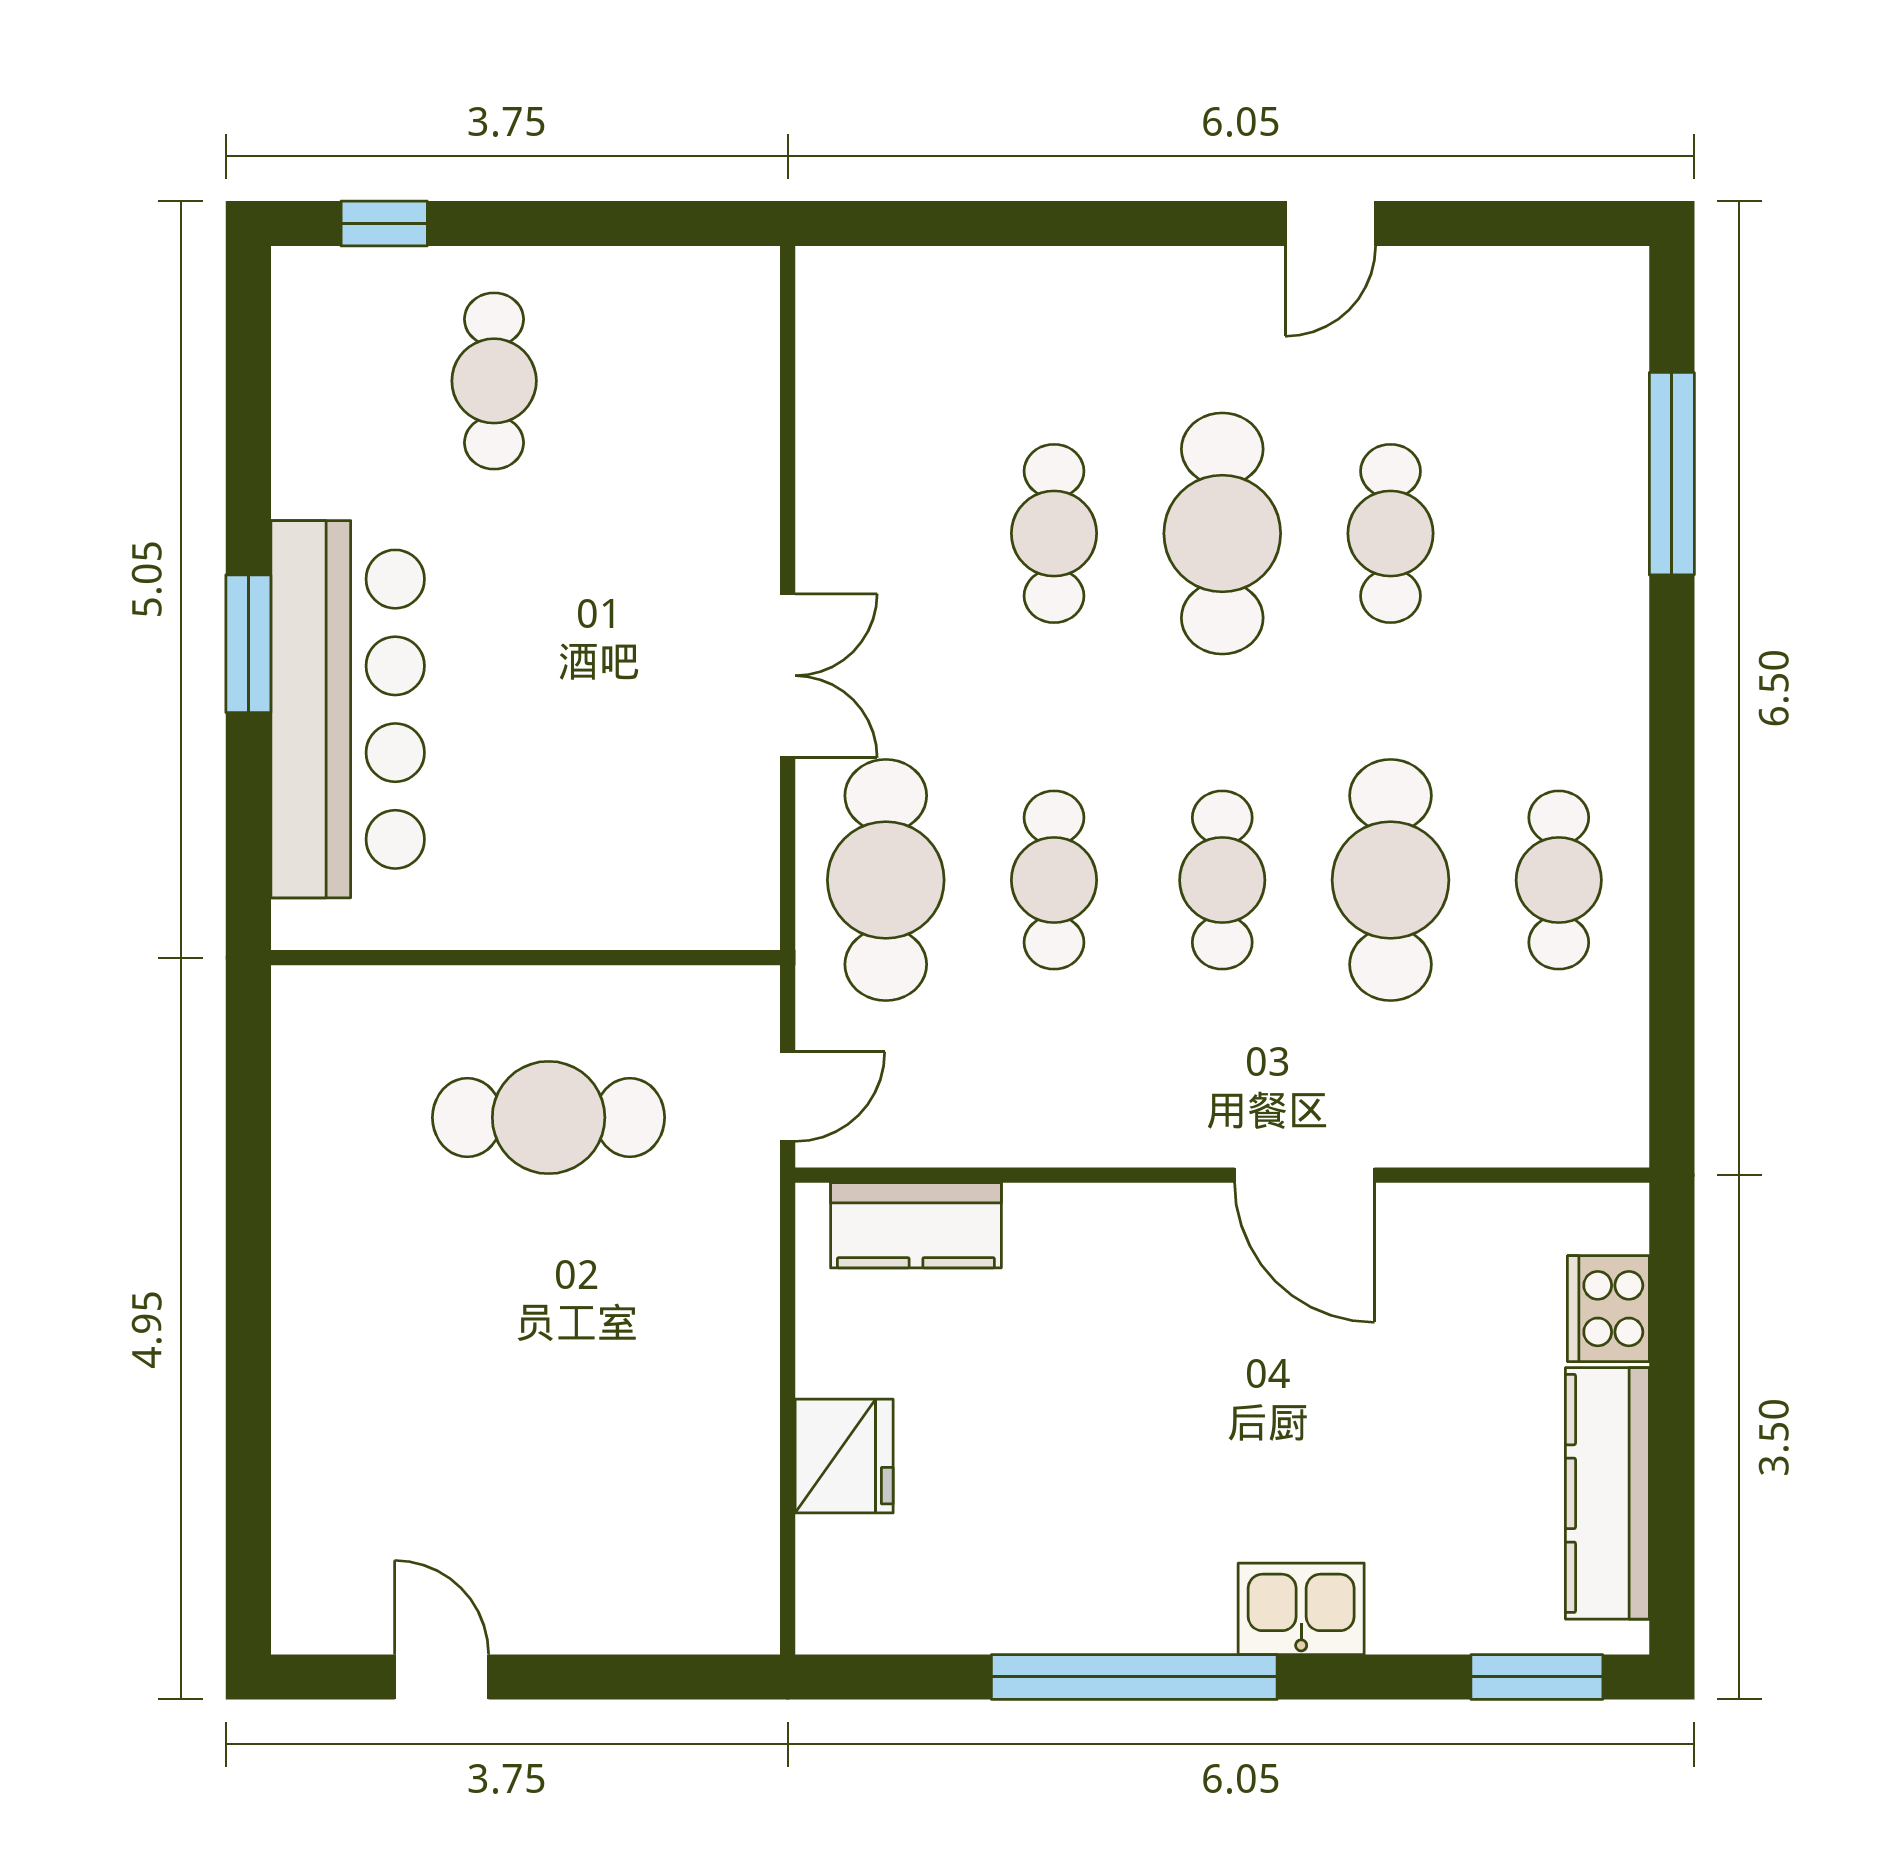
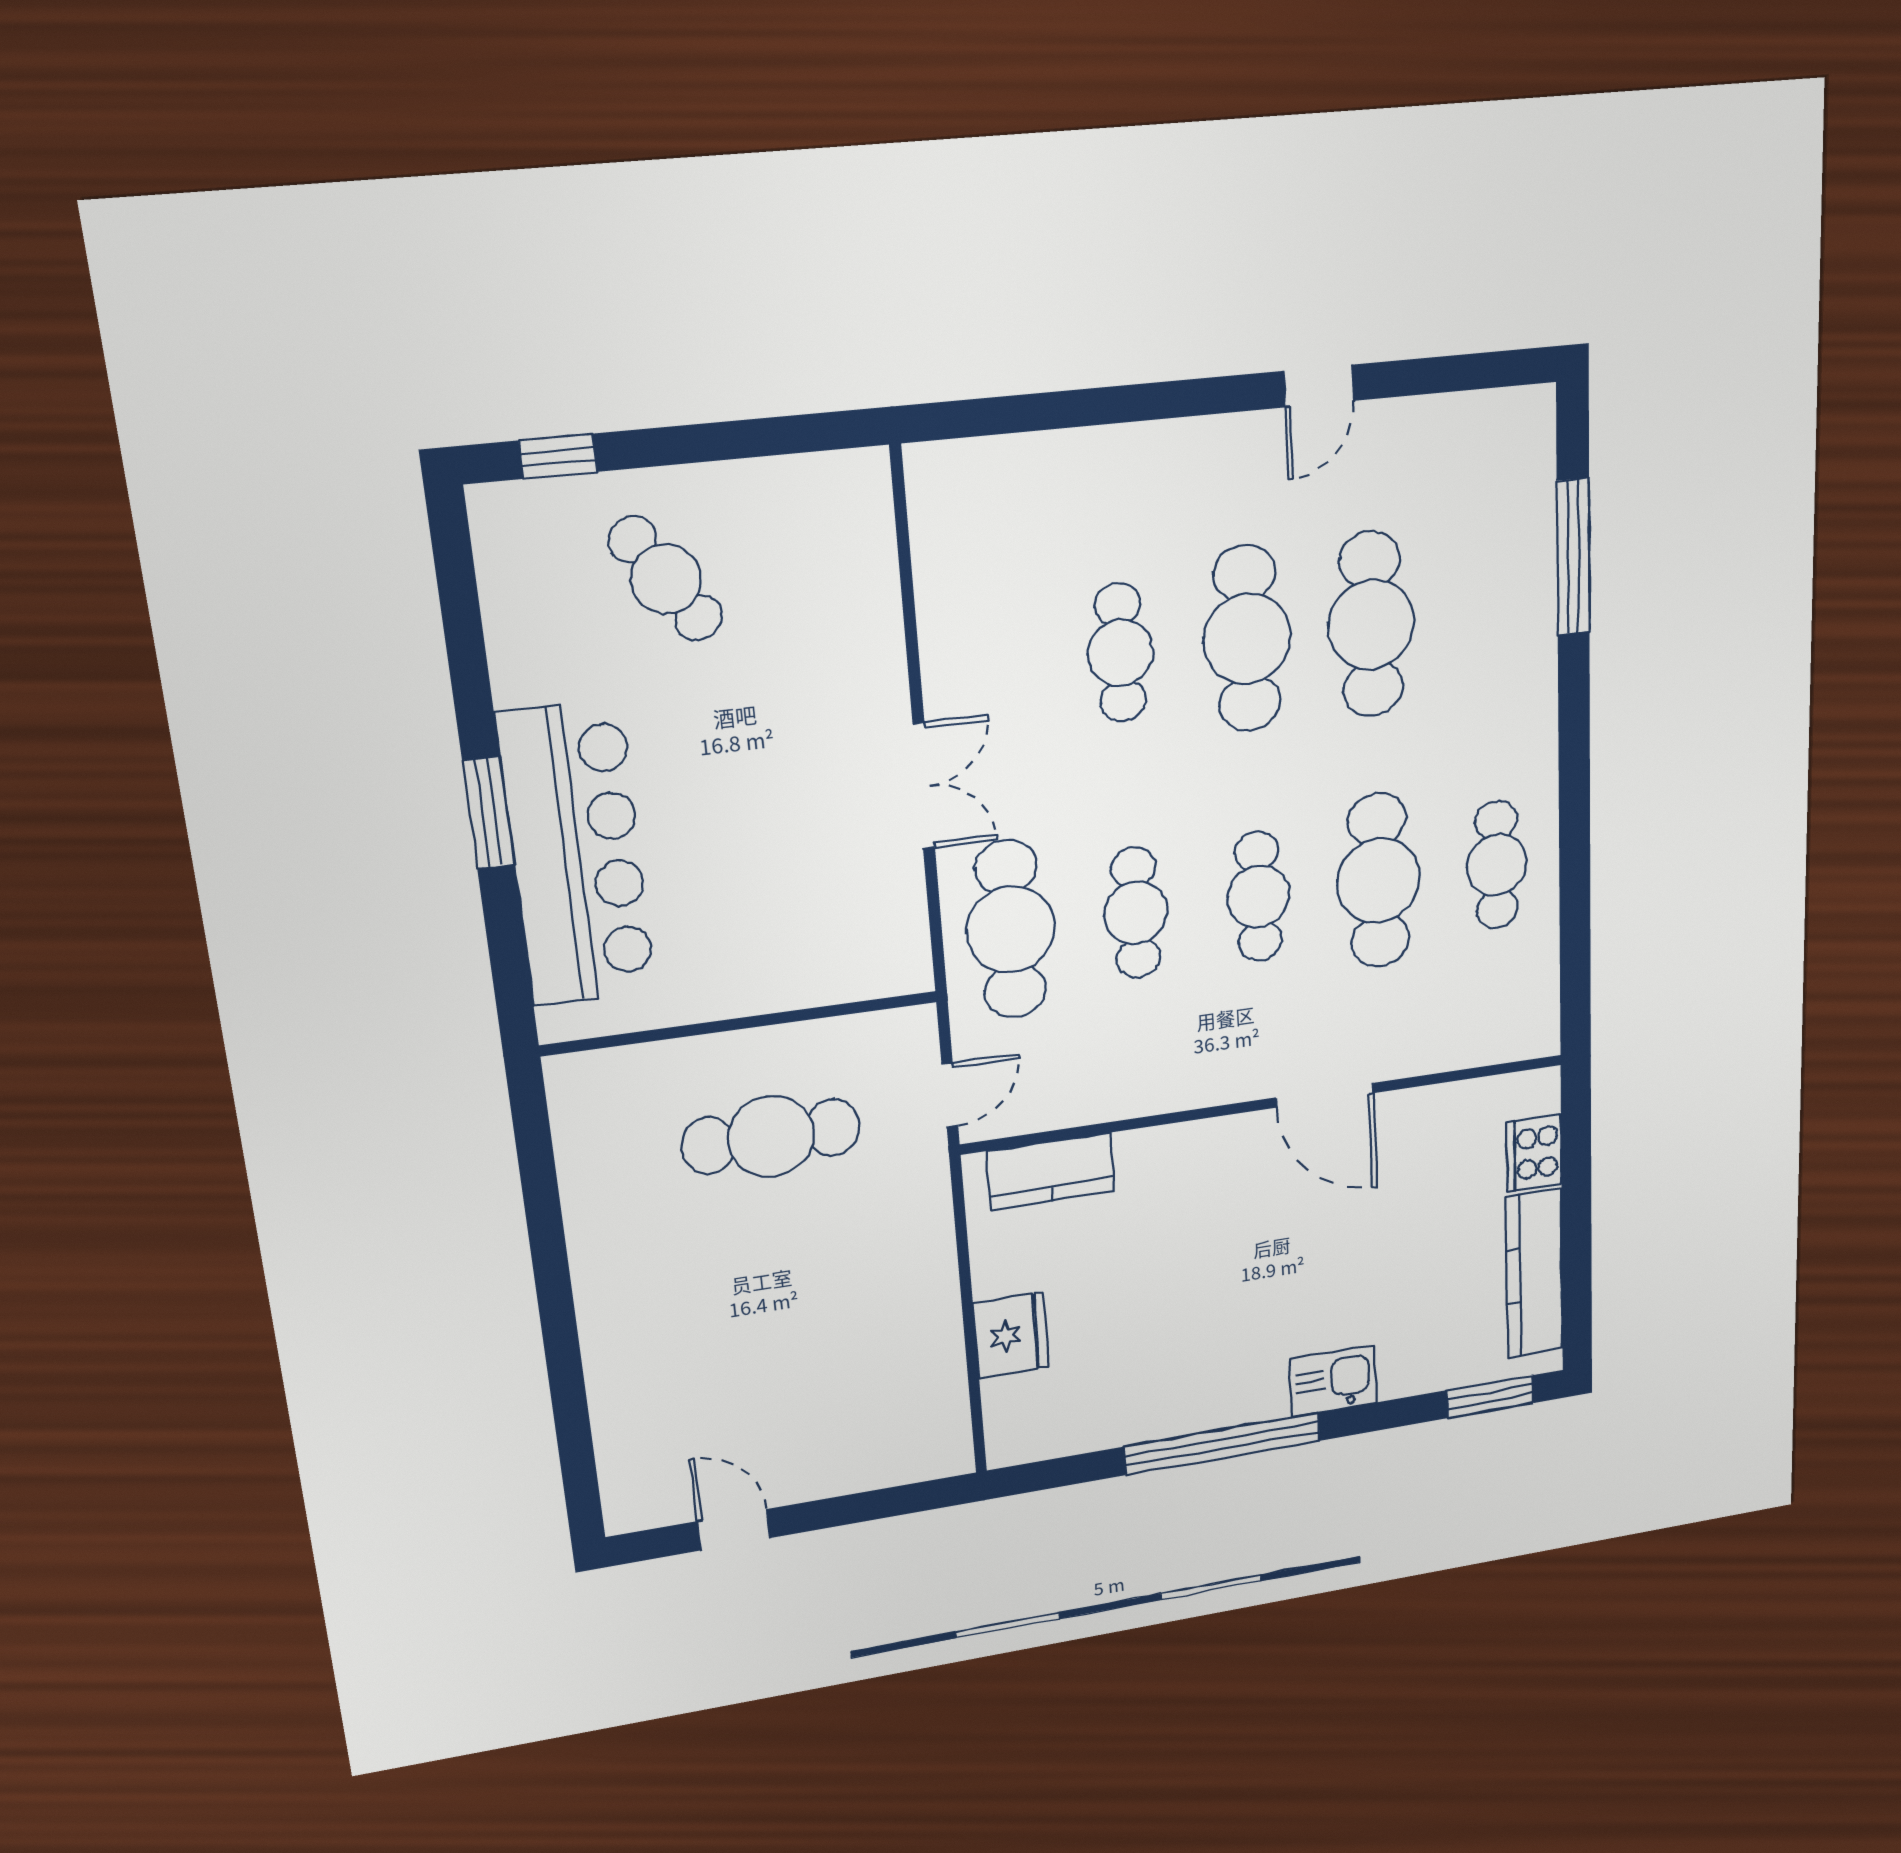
cafe table: (494, 381) -> (666, 579), turned -34
cafe table: (1391, 533) -> (1371, 625), width x1.37, depth x1.35

